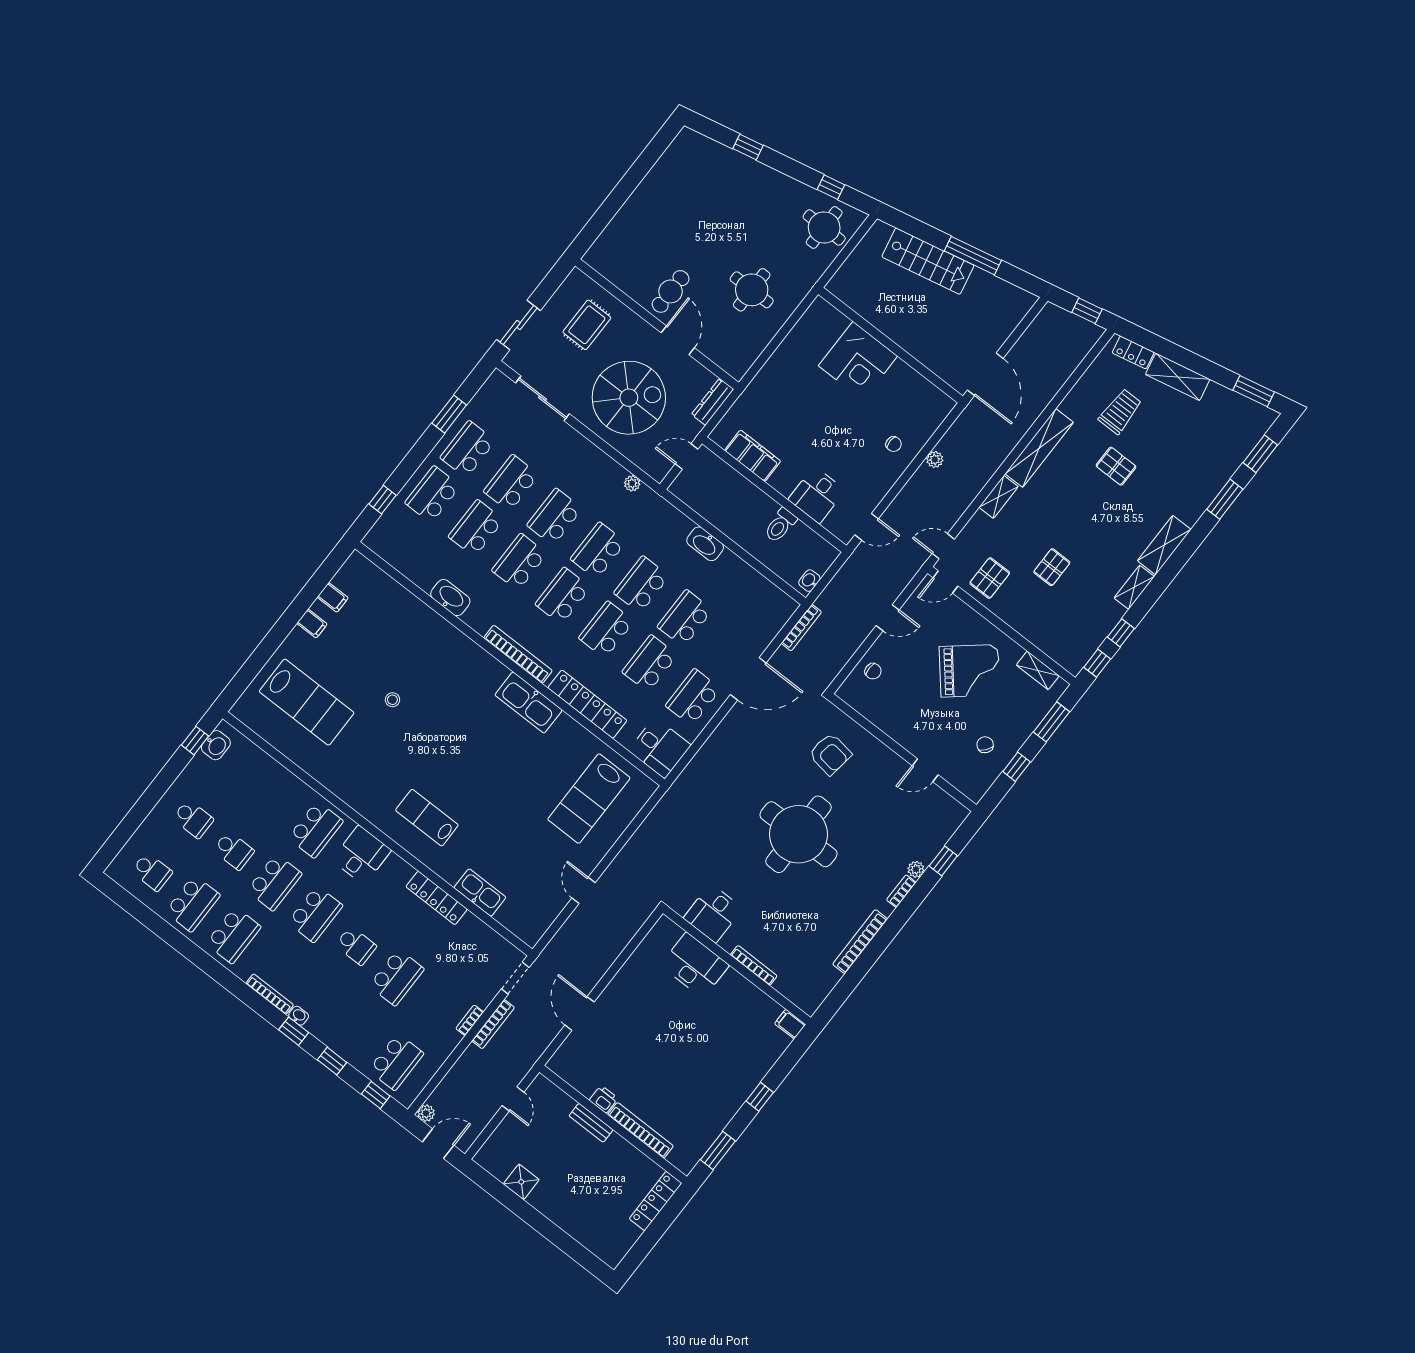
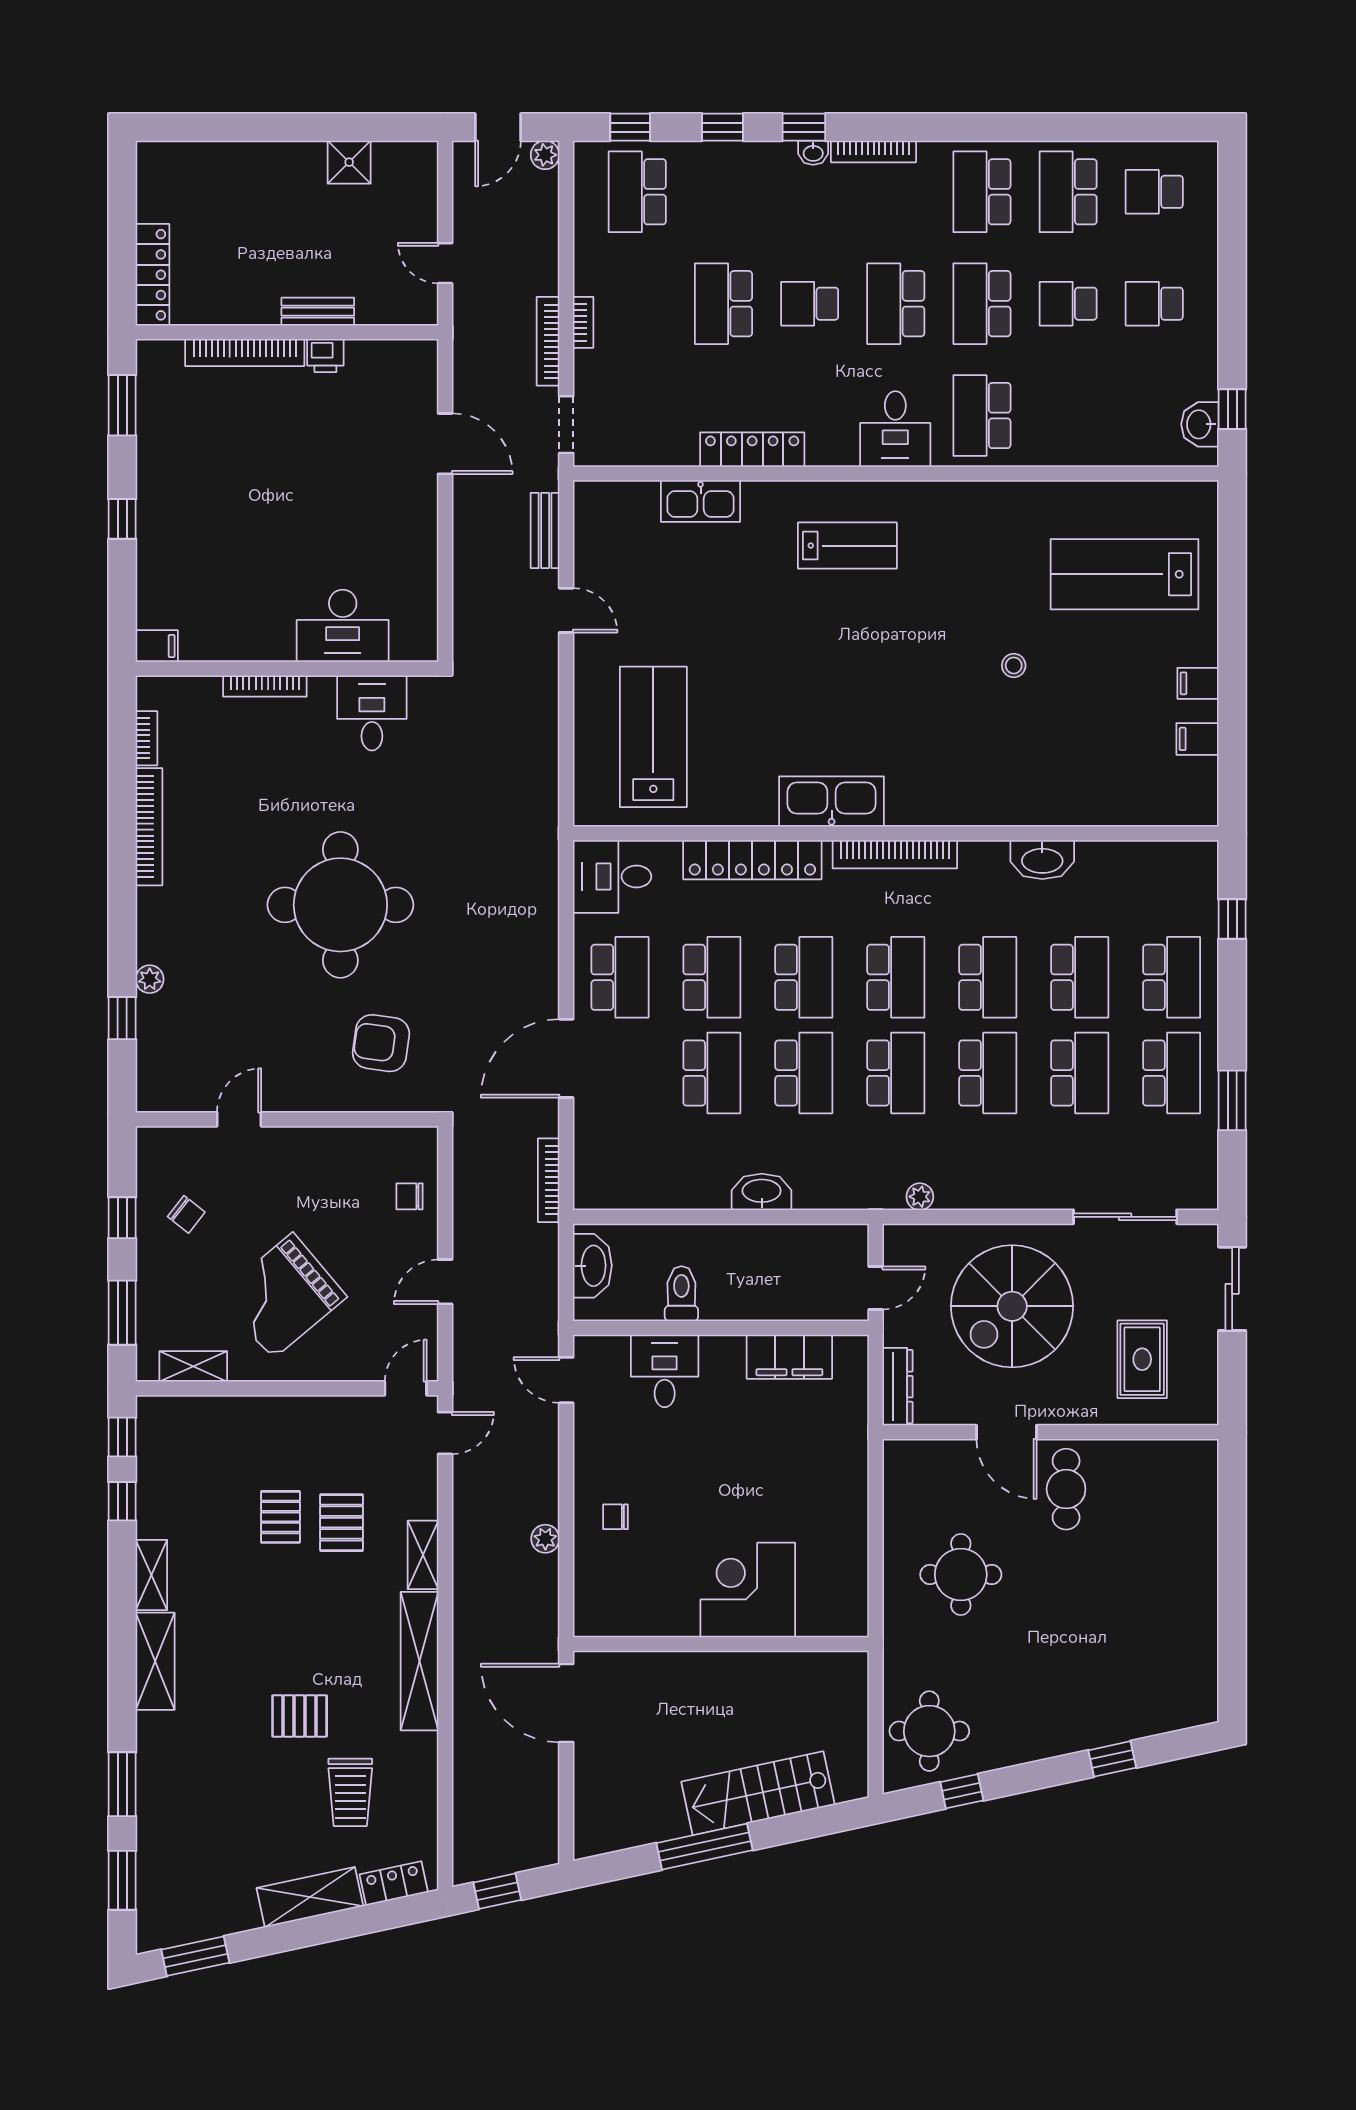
door: (867, 527) -> (566, 1380), hinge flipped
pallet: (990, 578) -> (342, 1523), moved
washbasin: (809, 581) -> (592, 1266), width x1.91, depth x1.45
bookcase: (901, 891) -> (146, 738), moved
bench: (564, 936) -> (545, 531), added

